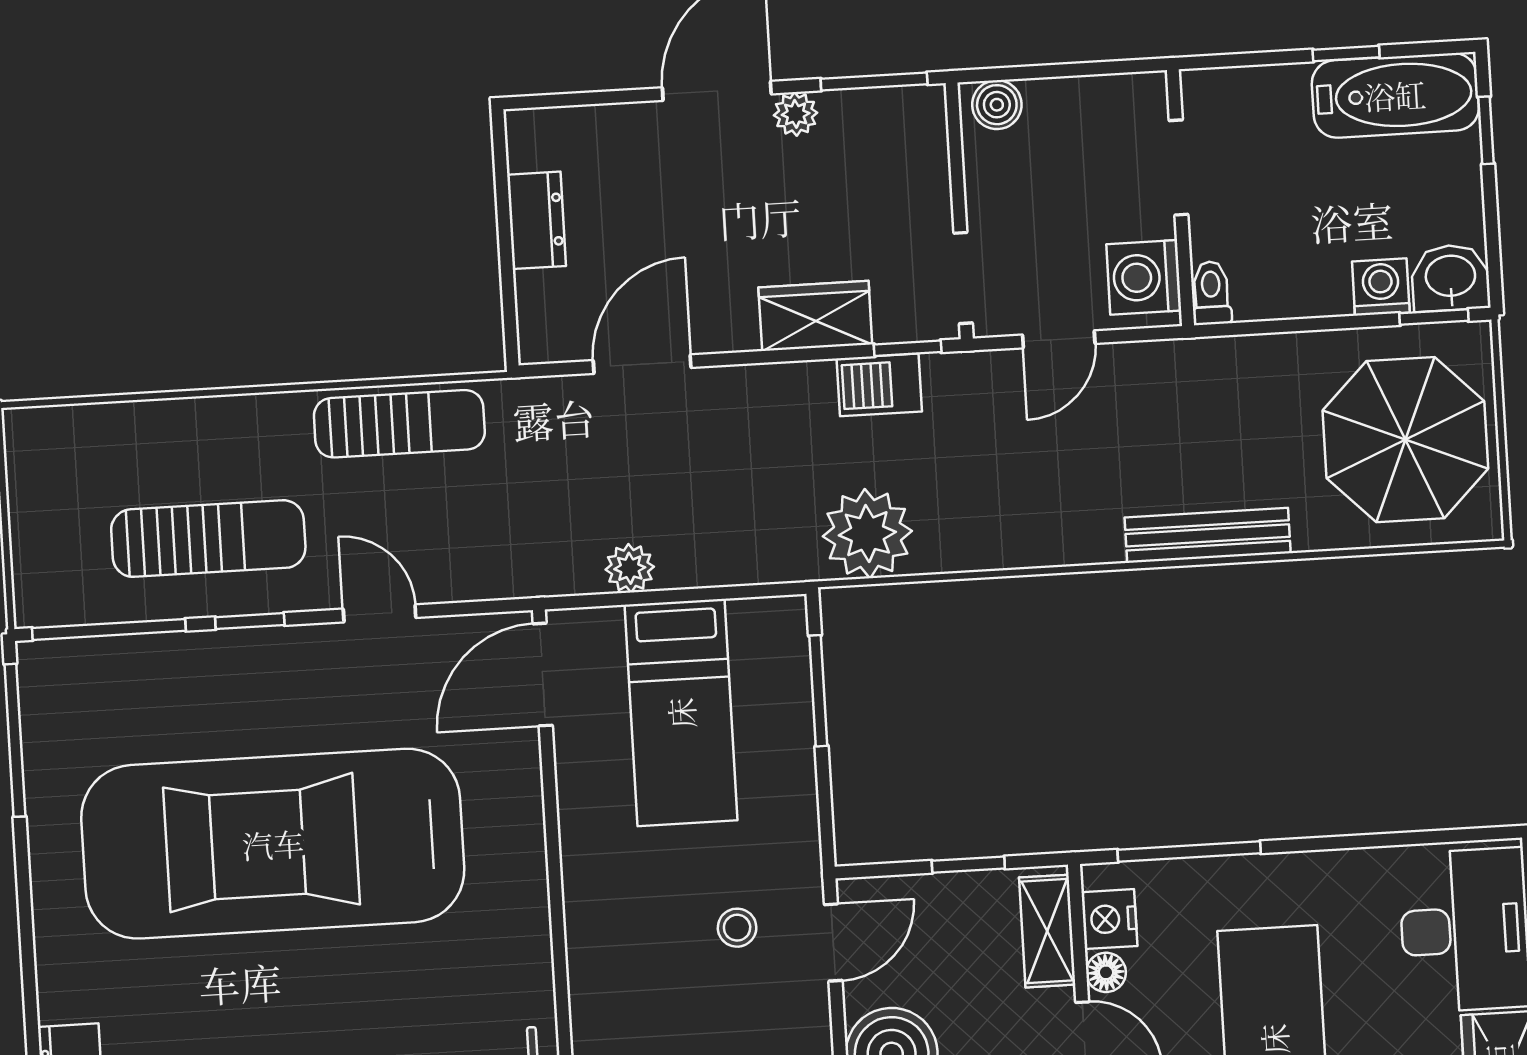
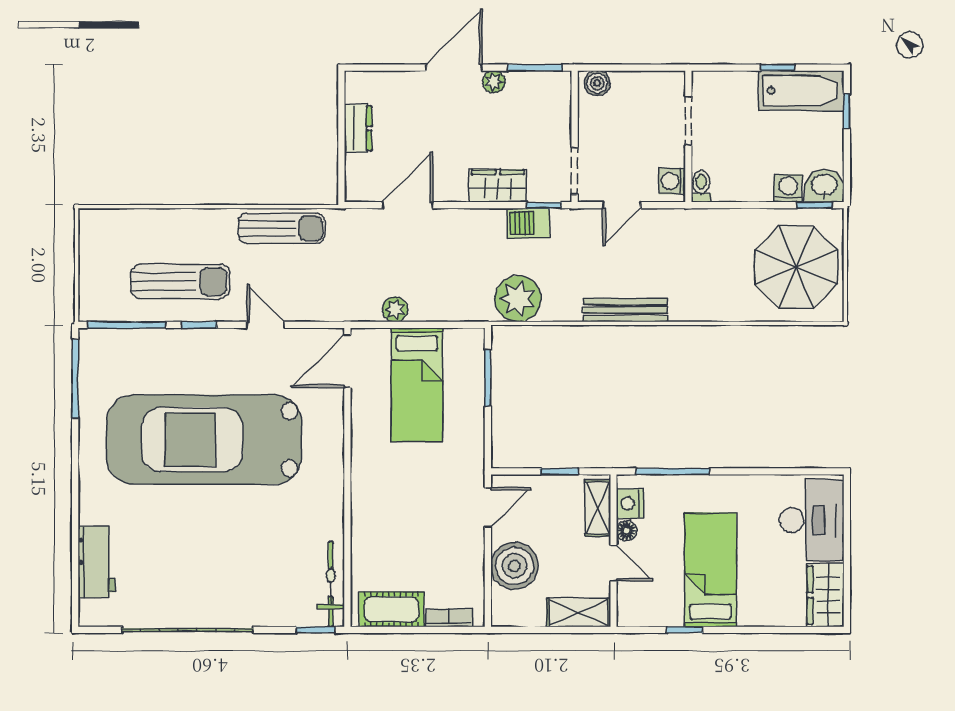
washing machine: (1144, 277) -> (672, 181), width x0.73, depth x0.73
bench: (1208, 535) -> (625, 310), moved
stool: (737, 928) -> (439, 497), removed

